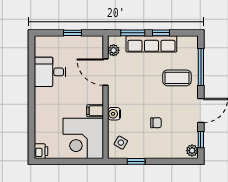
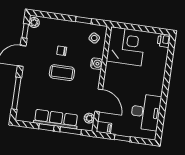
desk: (50, 72) -> (146, 112), width x1.37
coffee table: (177, 78) -> (62, 73), moved
filing cabinet: (95, 111) -> (104, 128), moved

